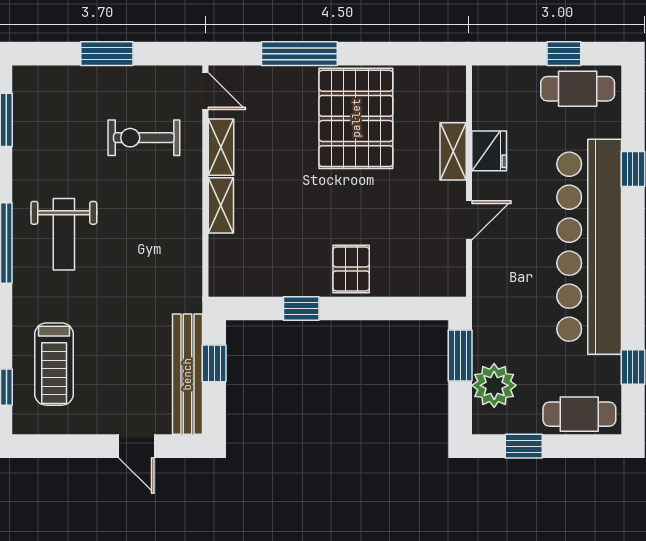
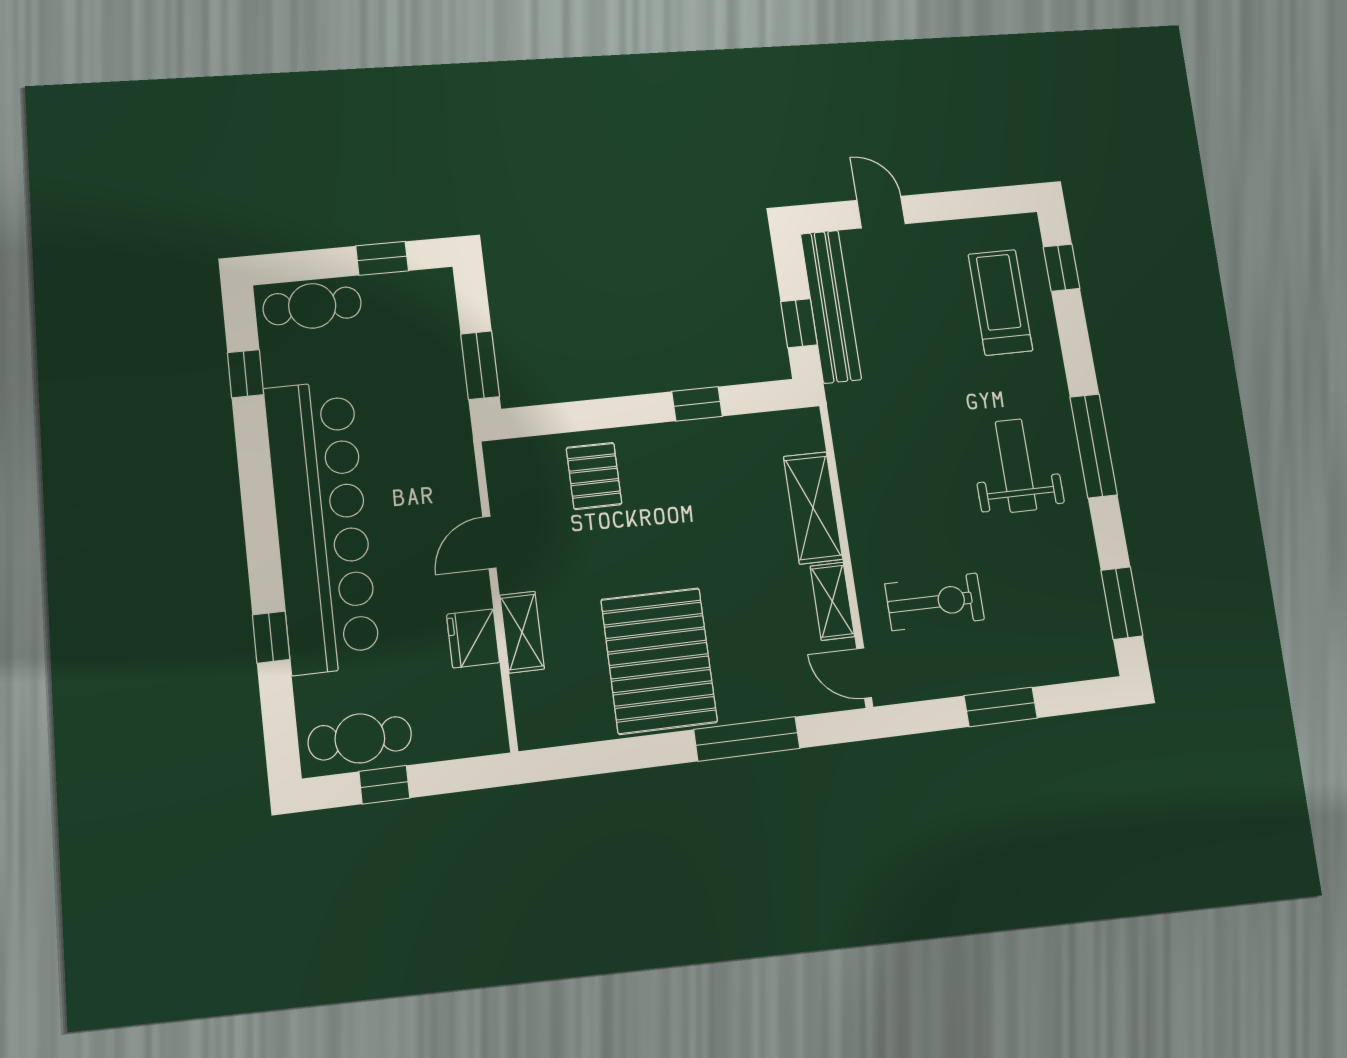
shelving: (221, 205) -> (813, 508), width x1.50, depth x1.33
pallet: (351, 269) -> (594, 476), moved
plant: (494, 385) -> (430, 331), removed

